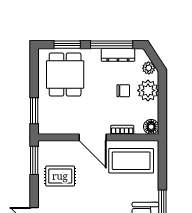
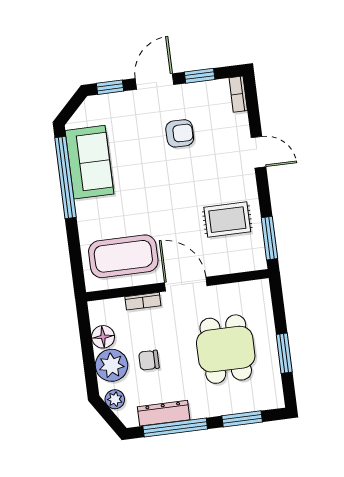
dining table: (65, 75) -> (226, 349), moved
window: (34, 111) -> (284, 353), moved
floor lamp: (151, 127) -> (103, 337), moved

